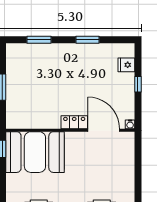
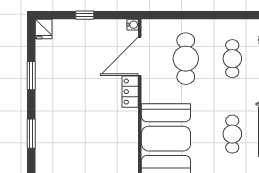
fridge: (126, 65) -> (44, 29), moved
cafe table: (102, 169) -> (186, 59), added

